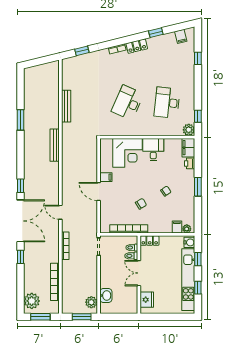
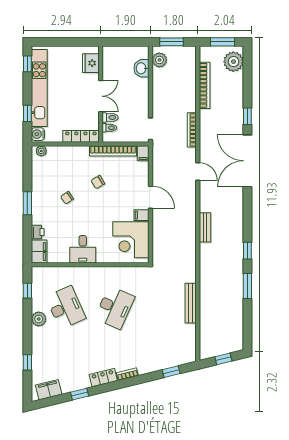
filing cabinet: (181, 36) -> (49, 390), width x2.00
window: (40, 61) -> (223, 359), added
desk: (167, 103) -> (66, 307), turned -30
plant: (189, 130) -> (39, 319), moved
bench: (55, 145) -> (205, 227), moved, width x0.73
corner desk: (128, 153) -> (131, 240), moved, turned -90
window: (20, 186) -> (247, 251), moved
filing cabinet: (177, 227) -> (143, 153), moved
locker: (150, 241) -> (81, 136), width x1.53
window: (198, 288) -> (27, 64), moved

